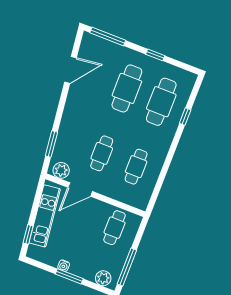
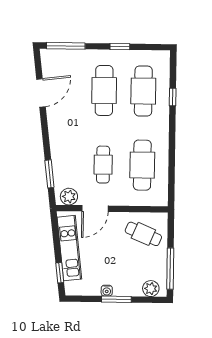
cafe table: (136, 167) -> (142, 165), width x1.37, depth x1.35
cafe table: (115, 228) -> (143, 234), turned -67

